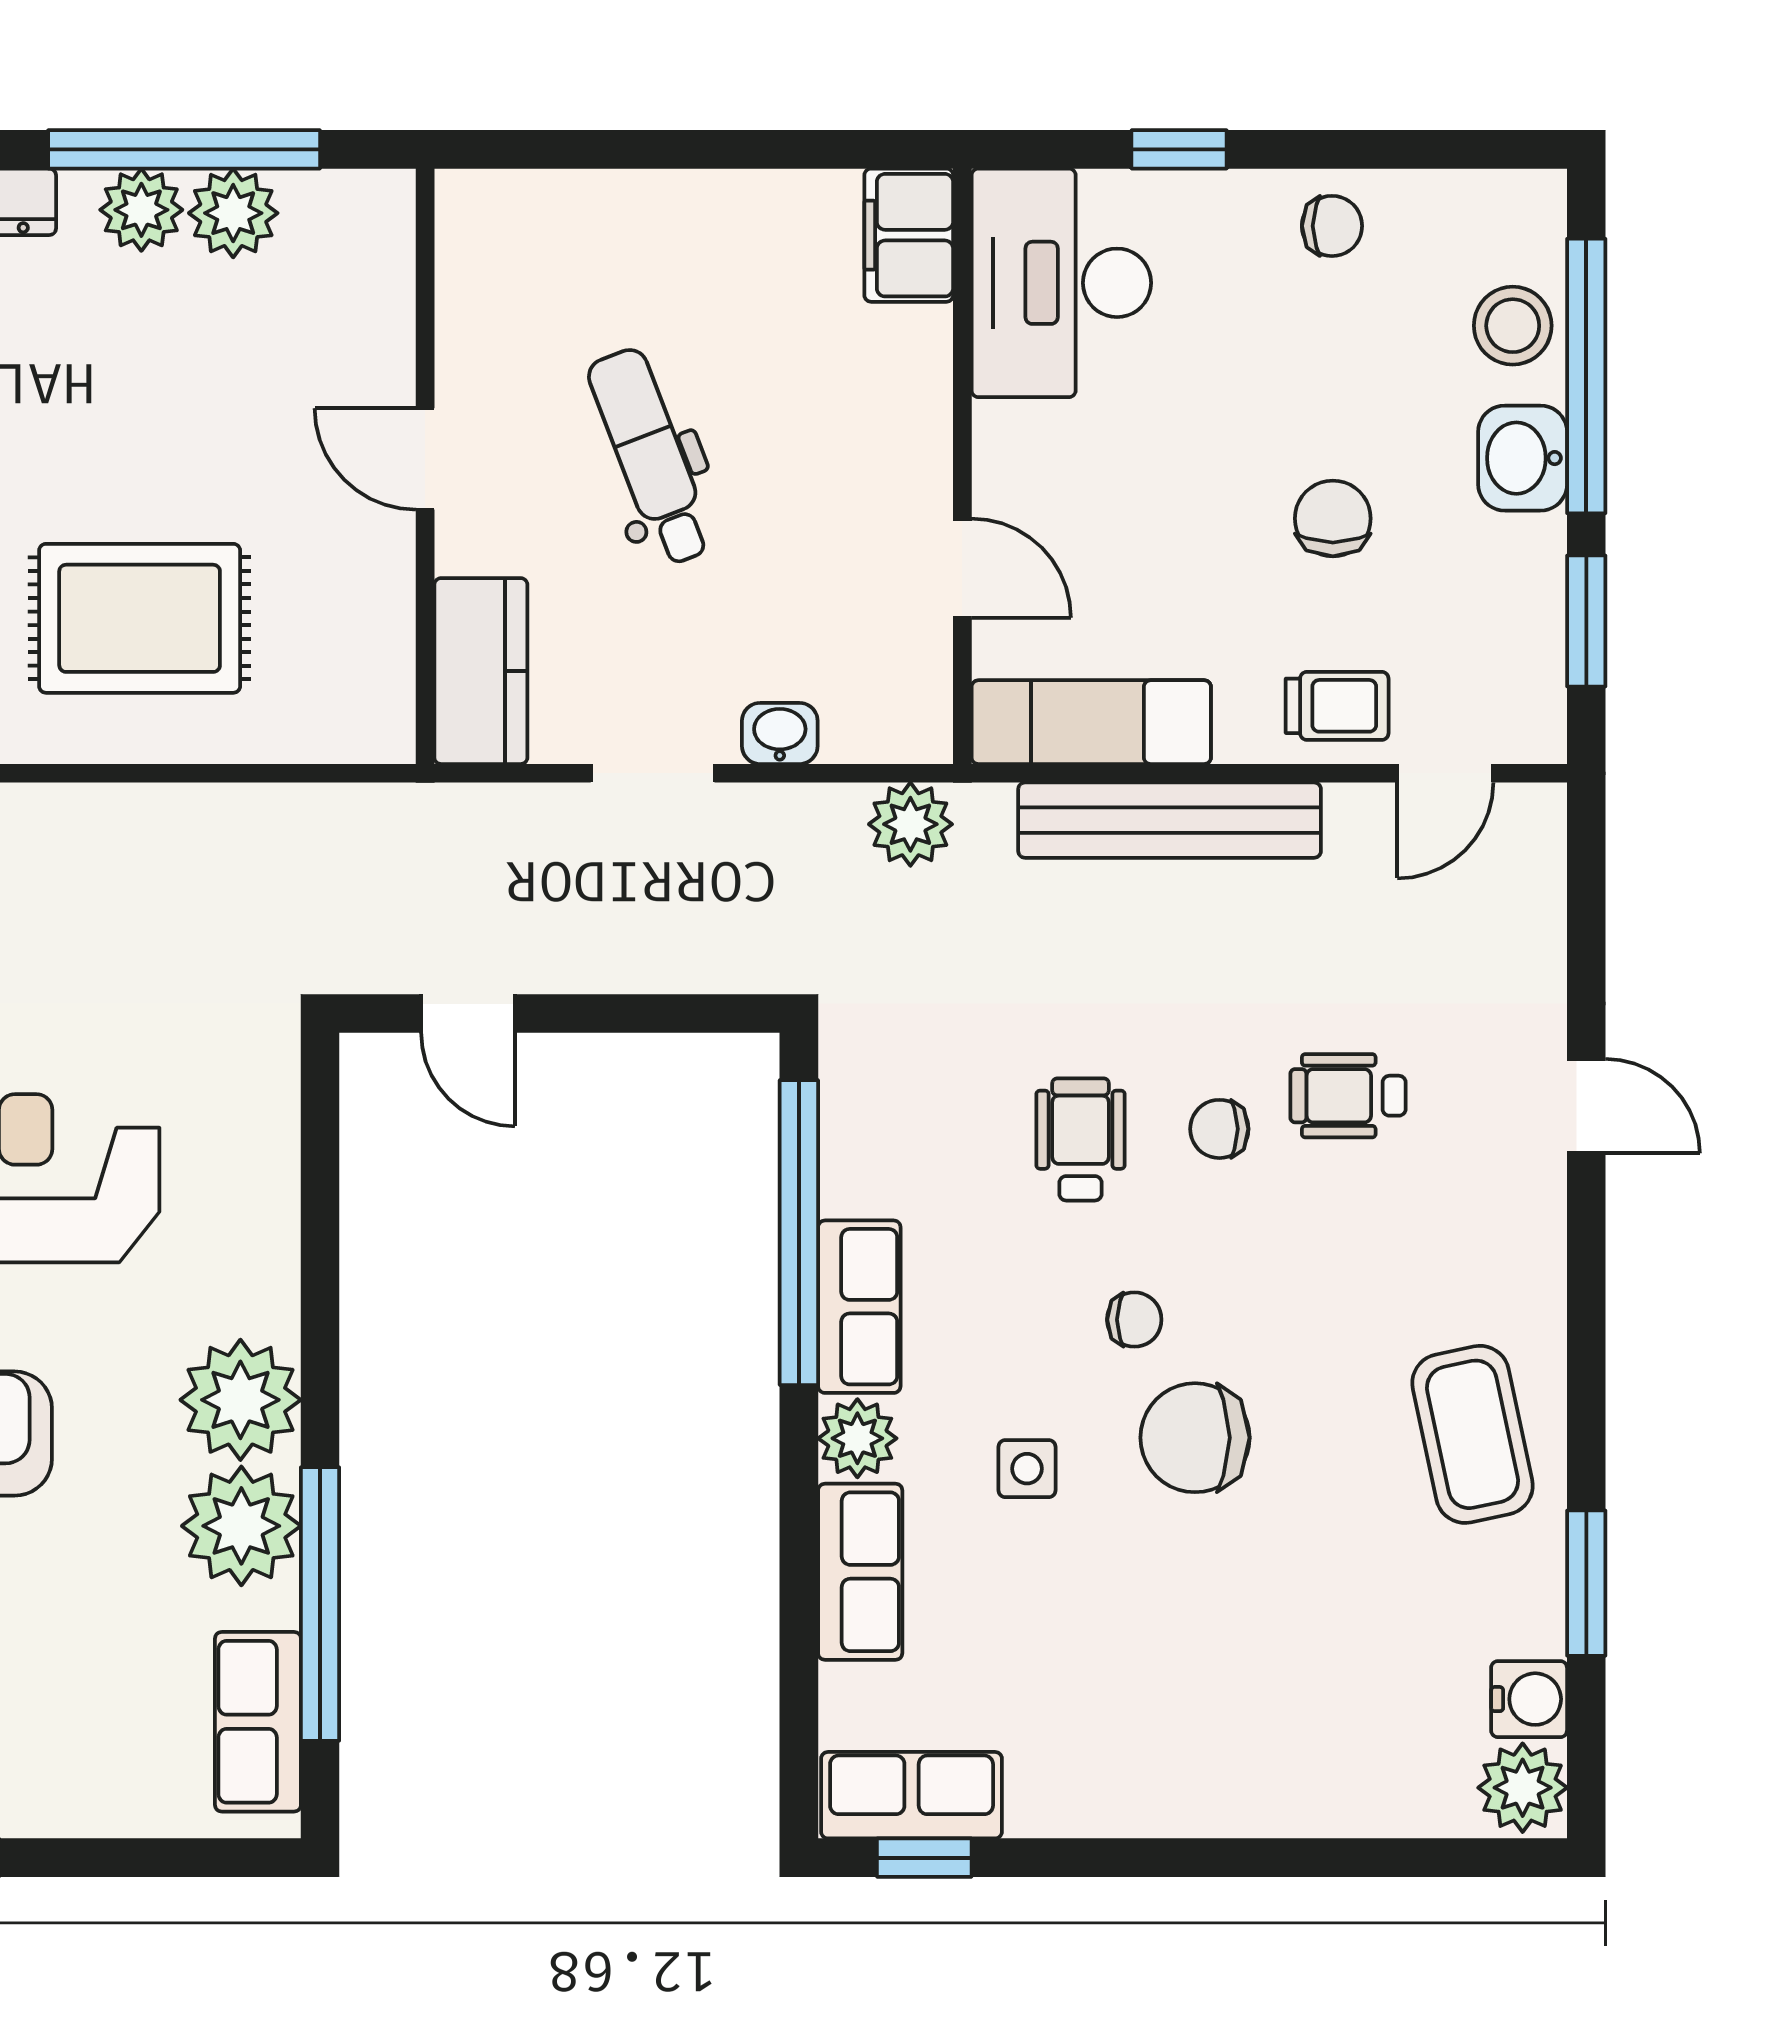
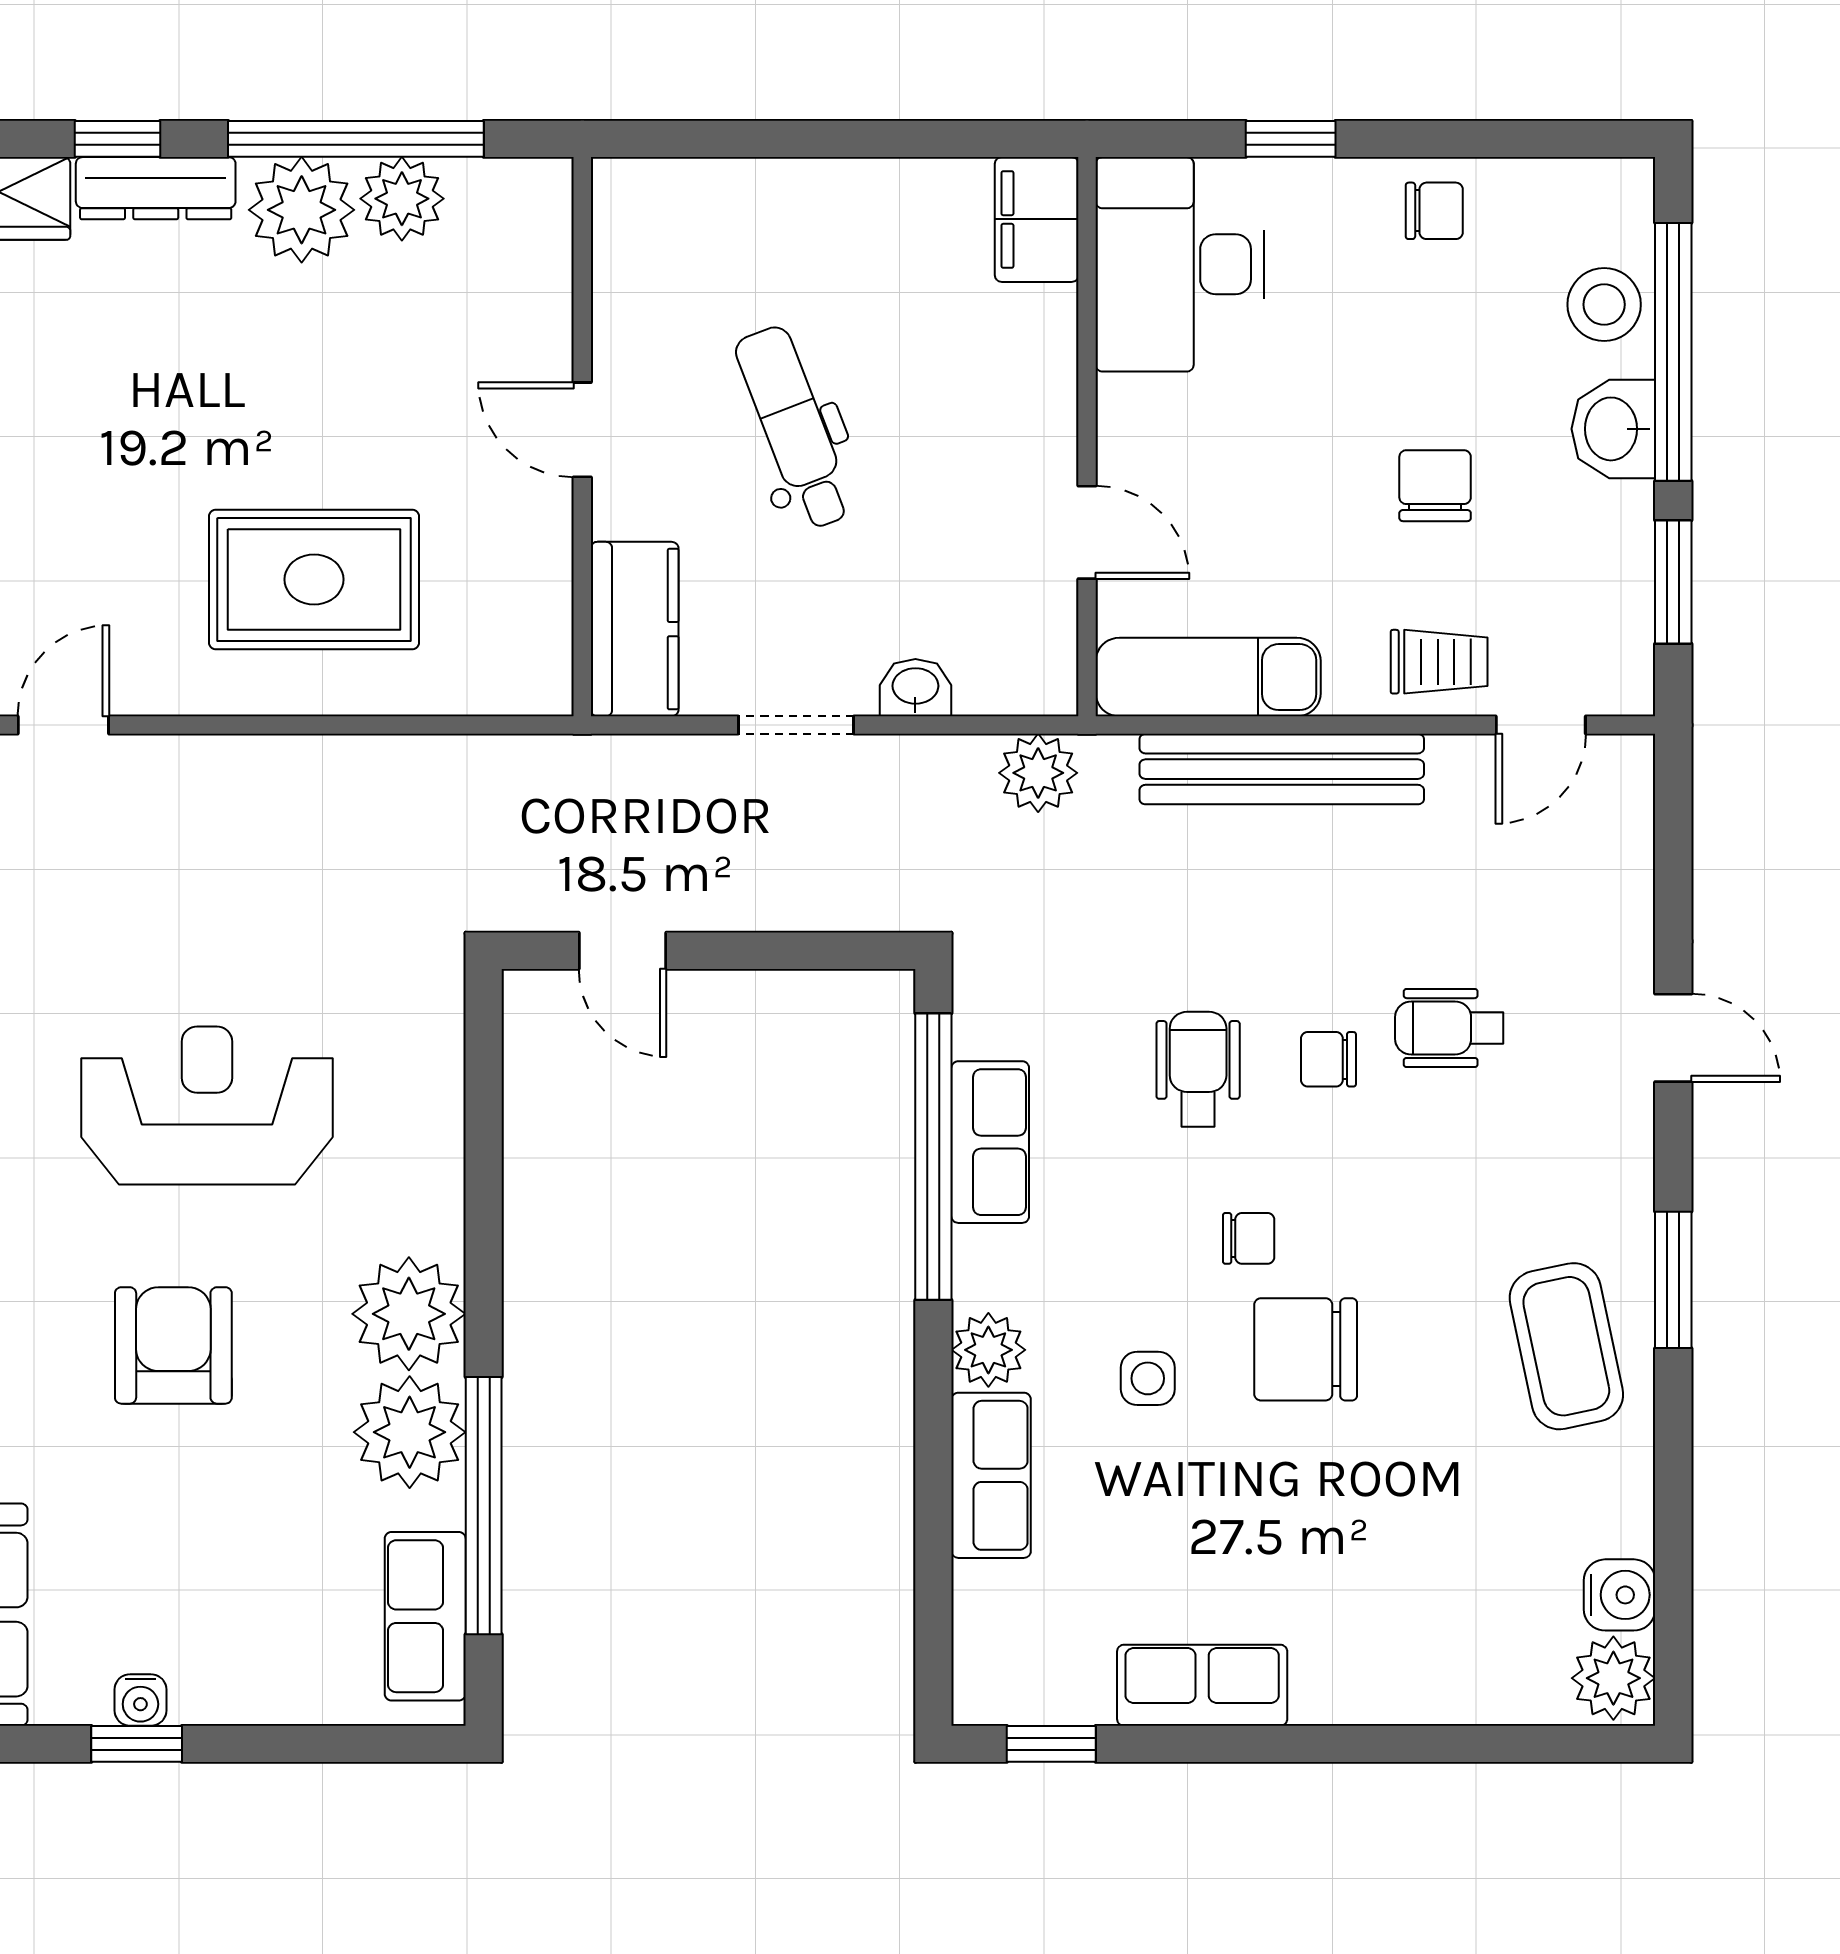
plant: (141, 210) -> (302, 210), width x1.36, depth x1.36
row of seats: (859, 1307) -> (990, 1142), moved
window: (1586, 1583) -> (1673, 1280), moved
row of seats: (912, 1795) -> (1202, 1685), moved

